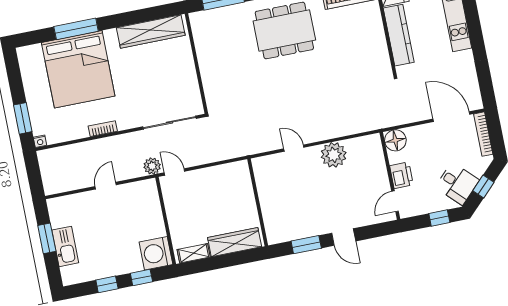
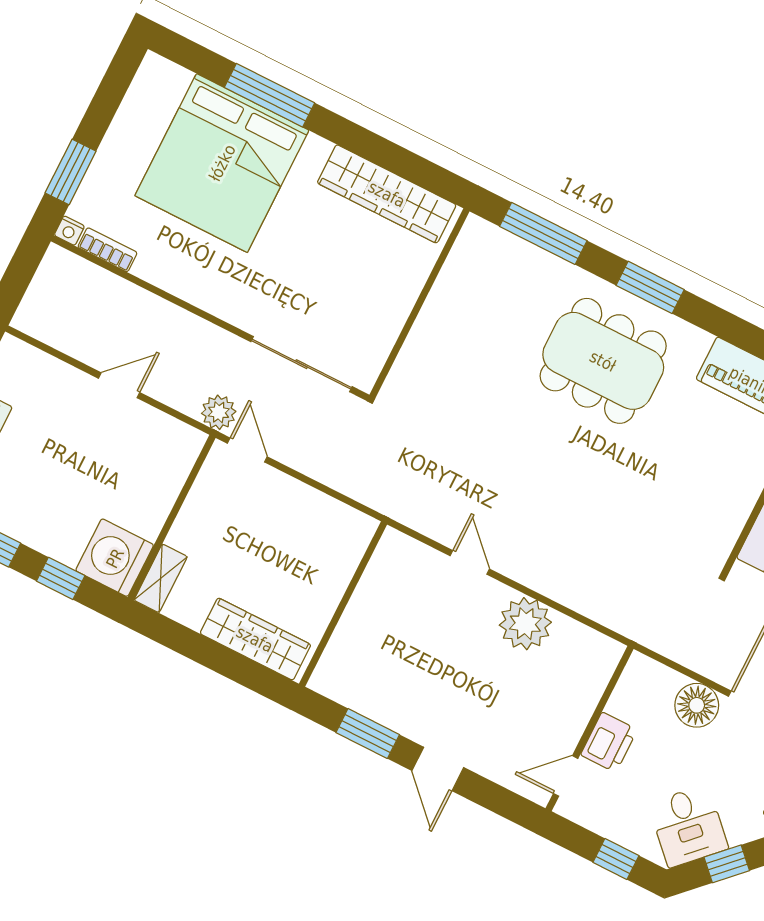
bookcase: (103, 129) -> (107, 250), moved
floor lamp: (395, 140) -> (697, 705), moved
shelving: (194, 253) -> (161, 578), moved, turned 90

